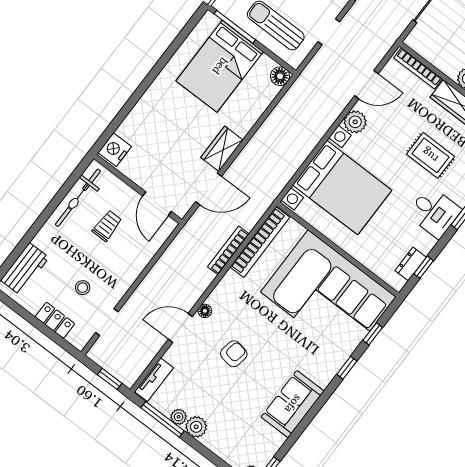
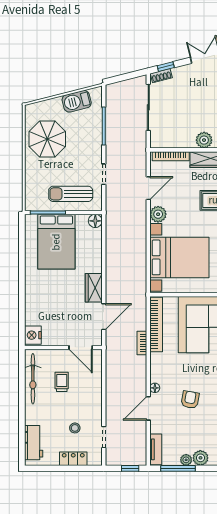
bookcase: (228, 250) -> (142, 343), width x0.64

